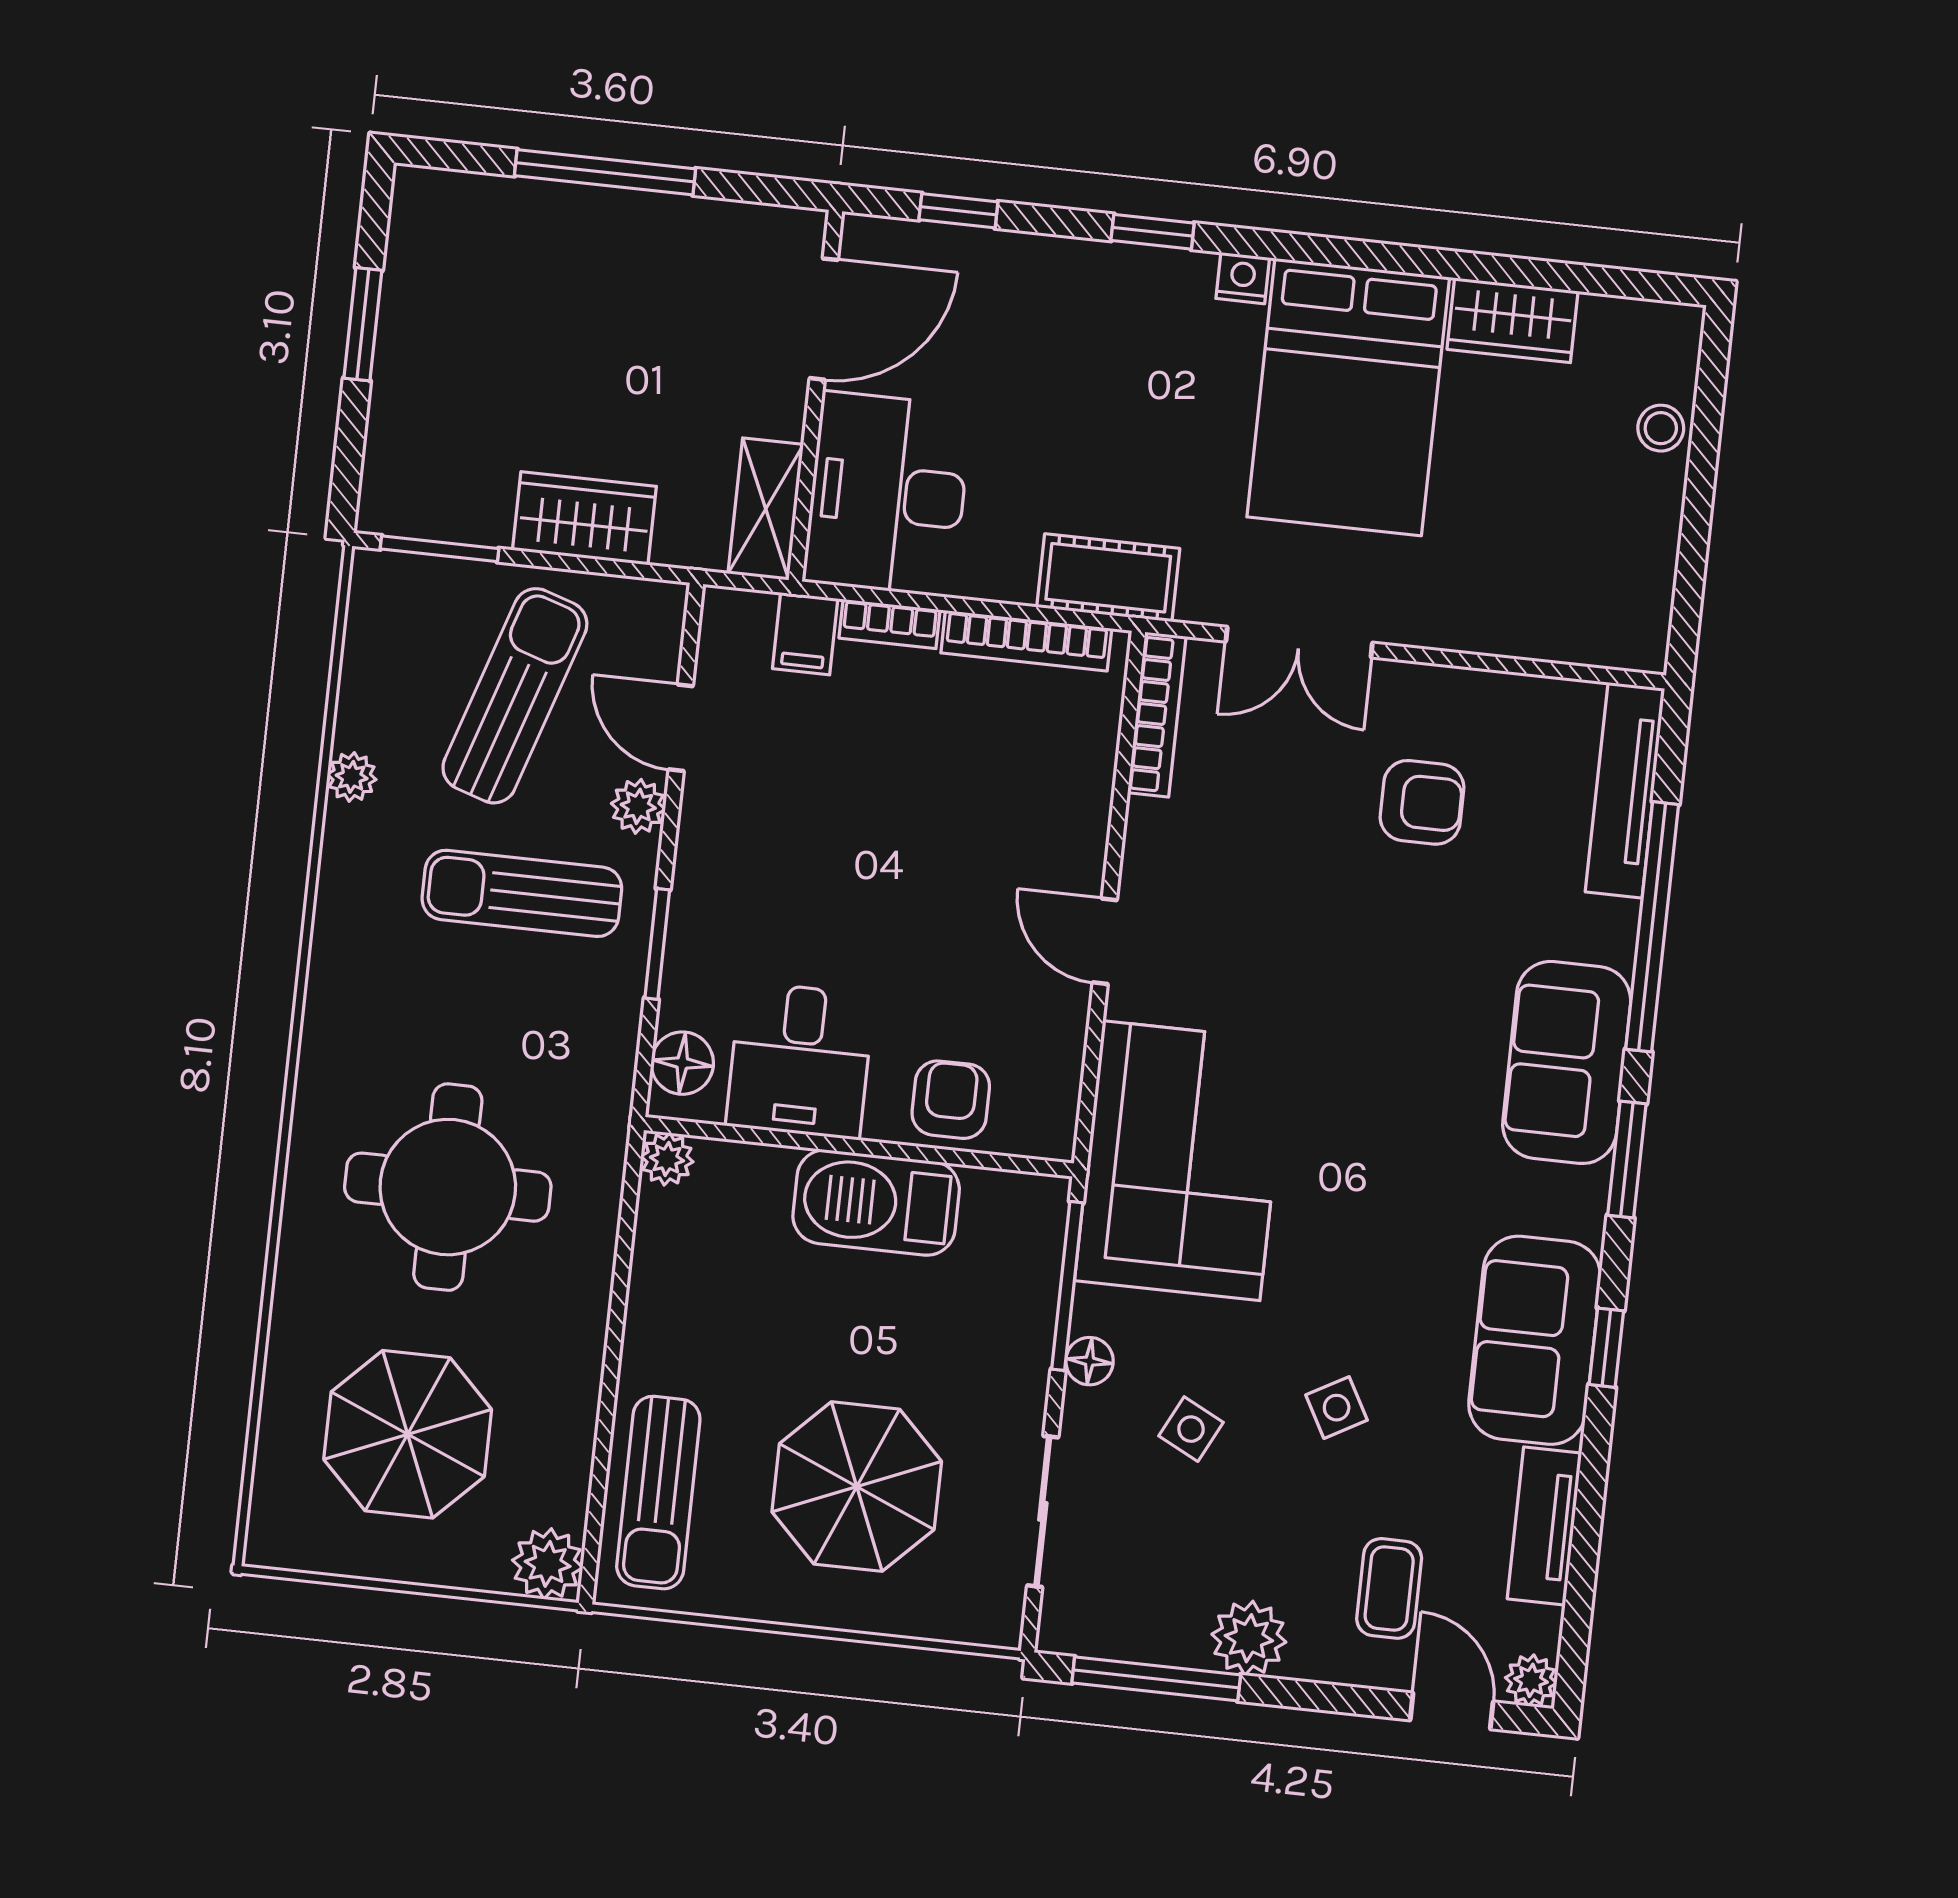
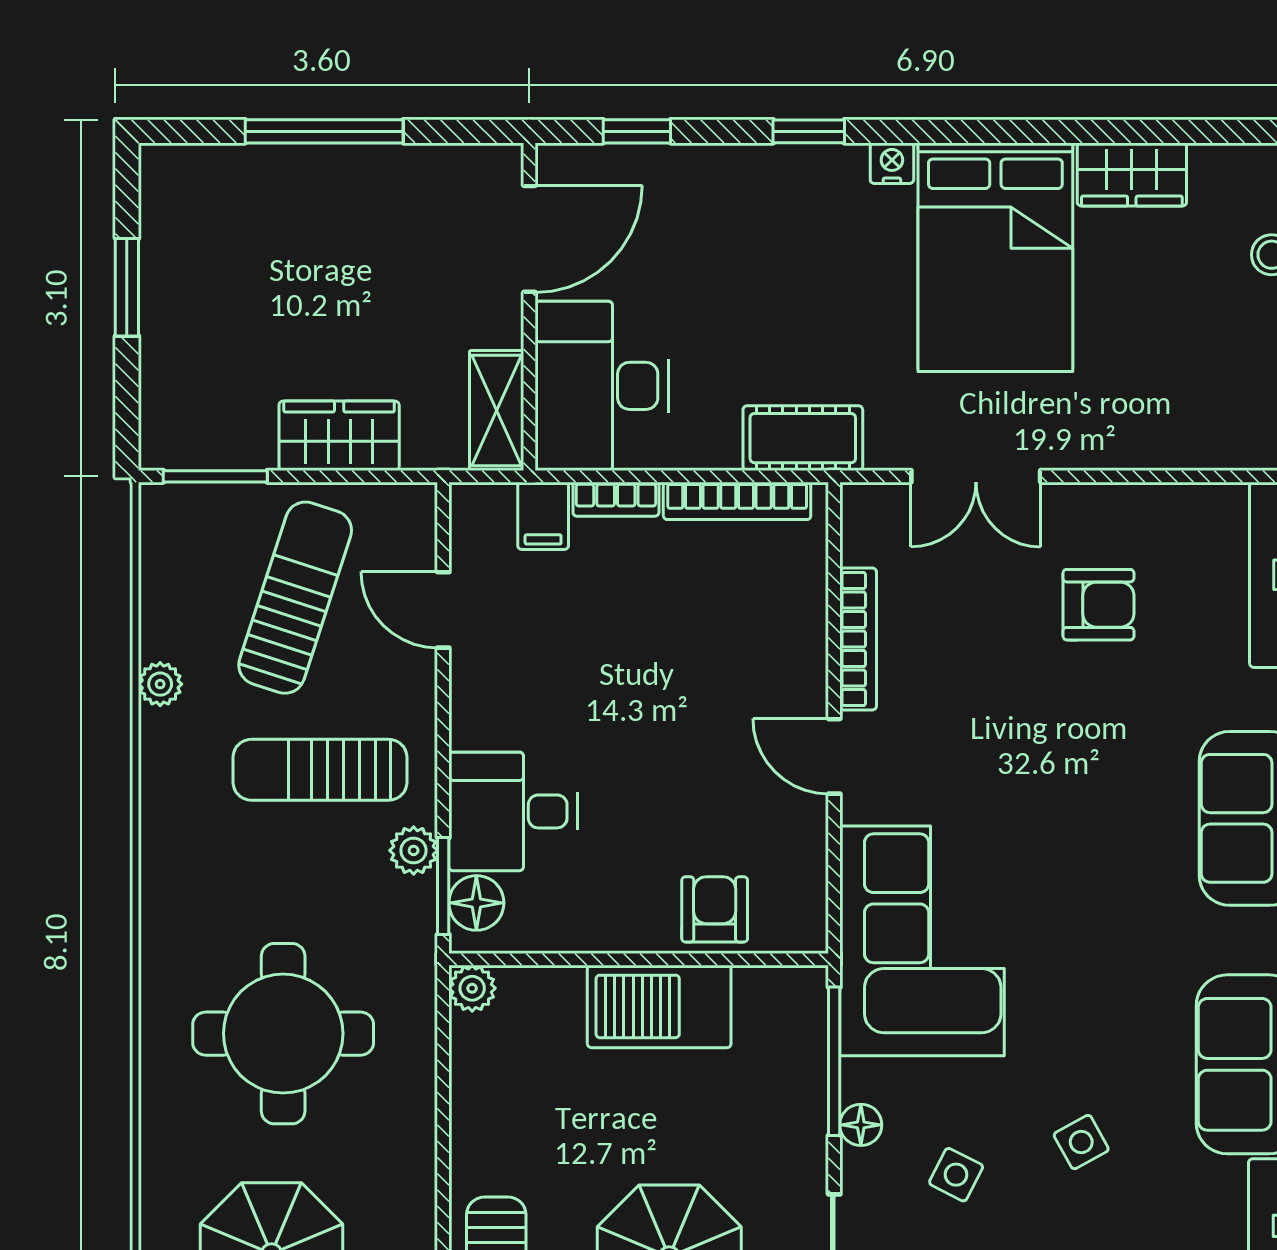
bookcase: (1157, 715) -> (858, 639), moved
plant: (638, 806) -> (414, 850), moved
window: (657, 944) -> (443, 886), moved
desk: (800, 1061) -> (513, 811), moved, turned 90

